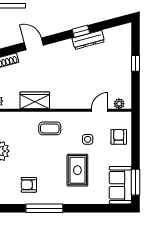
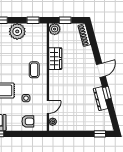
door: (34, 44) -> (101, 70), moved
window: (135, 63) -> (100, 134), moved
door: (100, 110) -> (48, 107), hinge flipped

